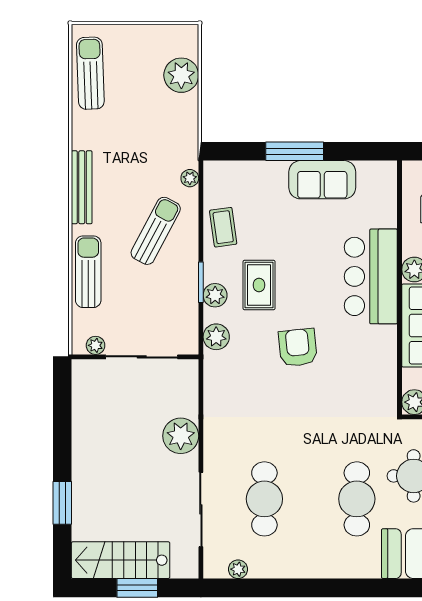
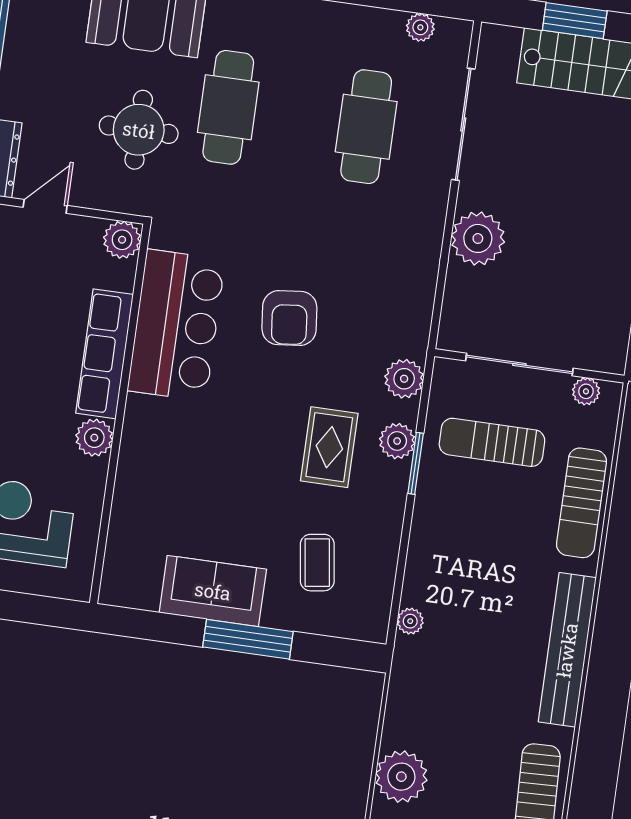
bench: (82, 187) -> (567, 650), width x1.37, depth x1.21
coffee table: (223, 227) -> (317, 563), moved
sun lounger: (156, 231) -> (492, 442), moved, turned 62
bar counter: (371, 276) -> (176, 325), moved
armchair: (298, 348) -> (289, 318), moved

